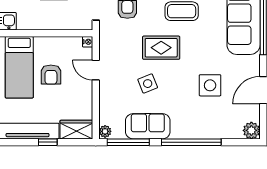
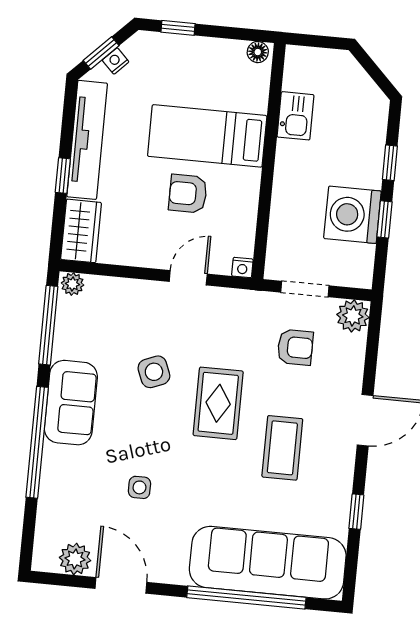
side table: (210, 85) -> (139, 487), width x0.54, depth x0.54
sofa: (148, 126) -> (71, 403), moved
plant: (251, 130) -> (75, 559), moved

